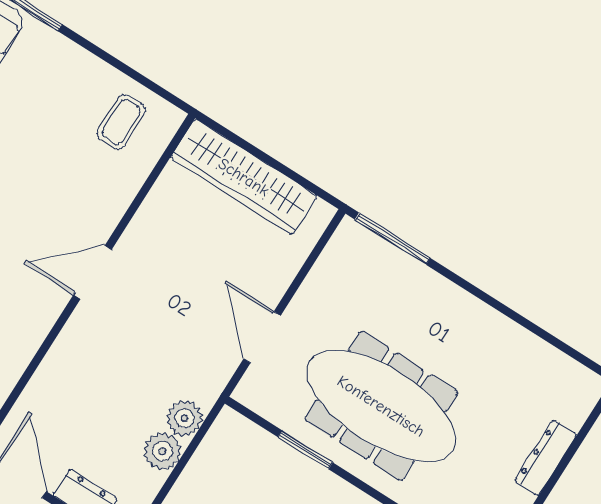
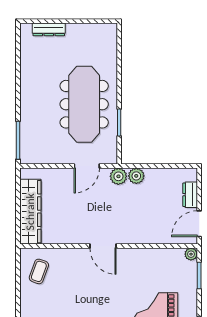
coffee table: (121, 122) -> (39, 271), turned -70
plant: (162, 451) -> (118, 176), moved
dresser: (545, 458) -> (49, 29), moved

